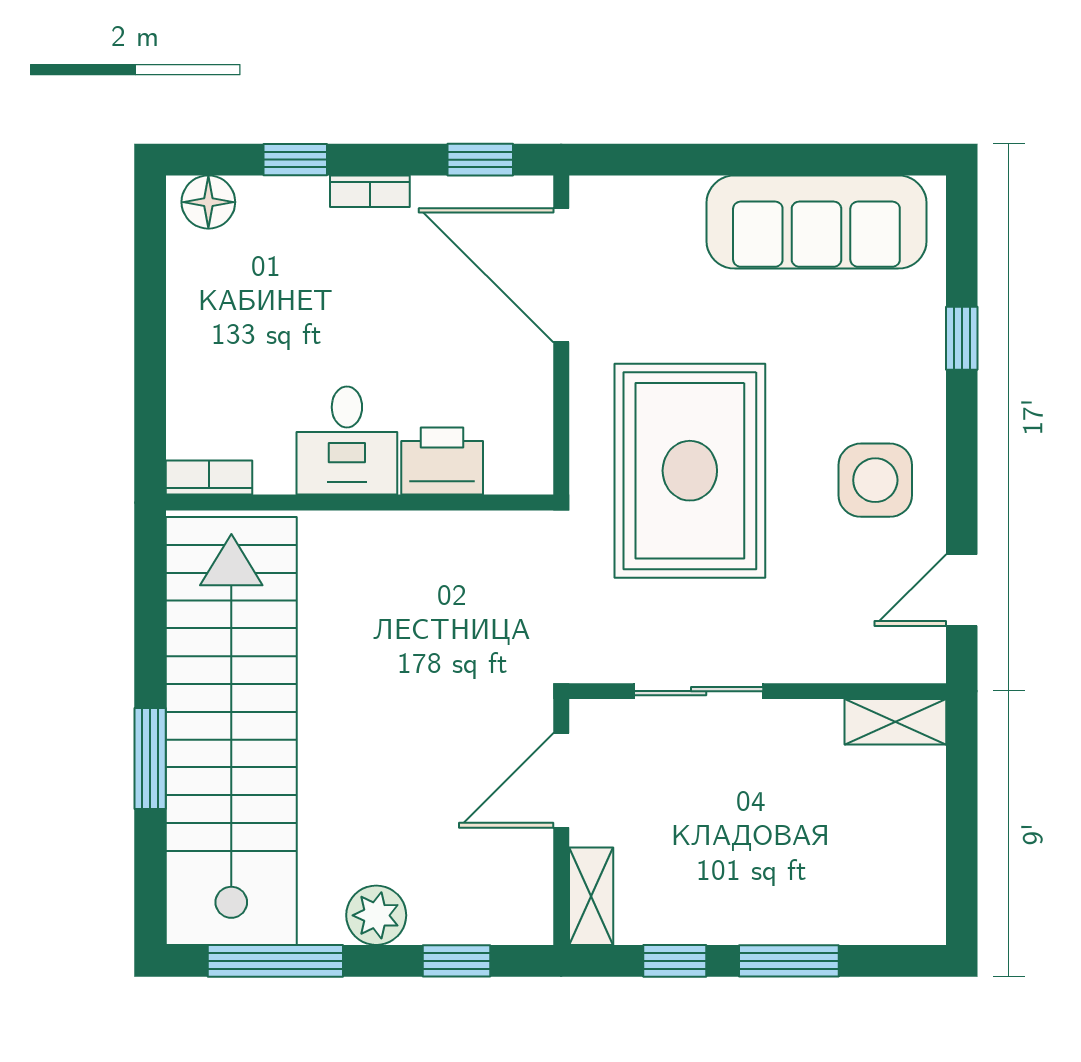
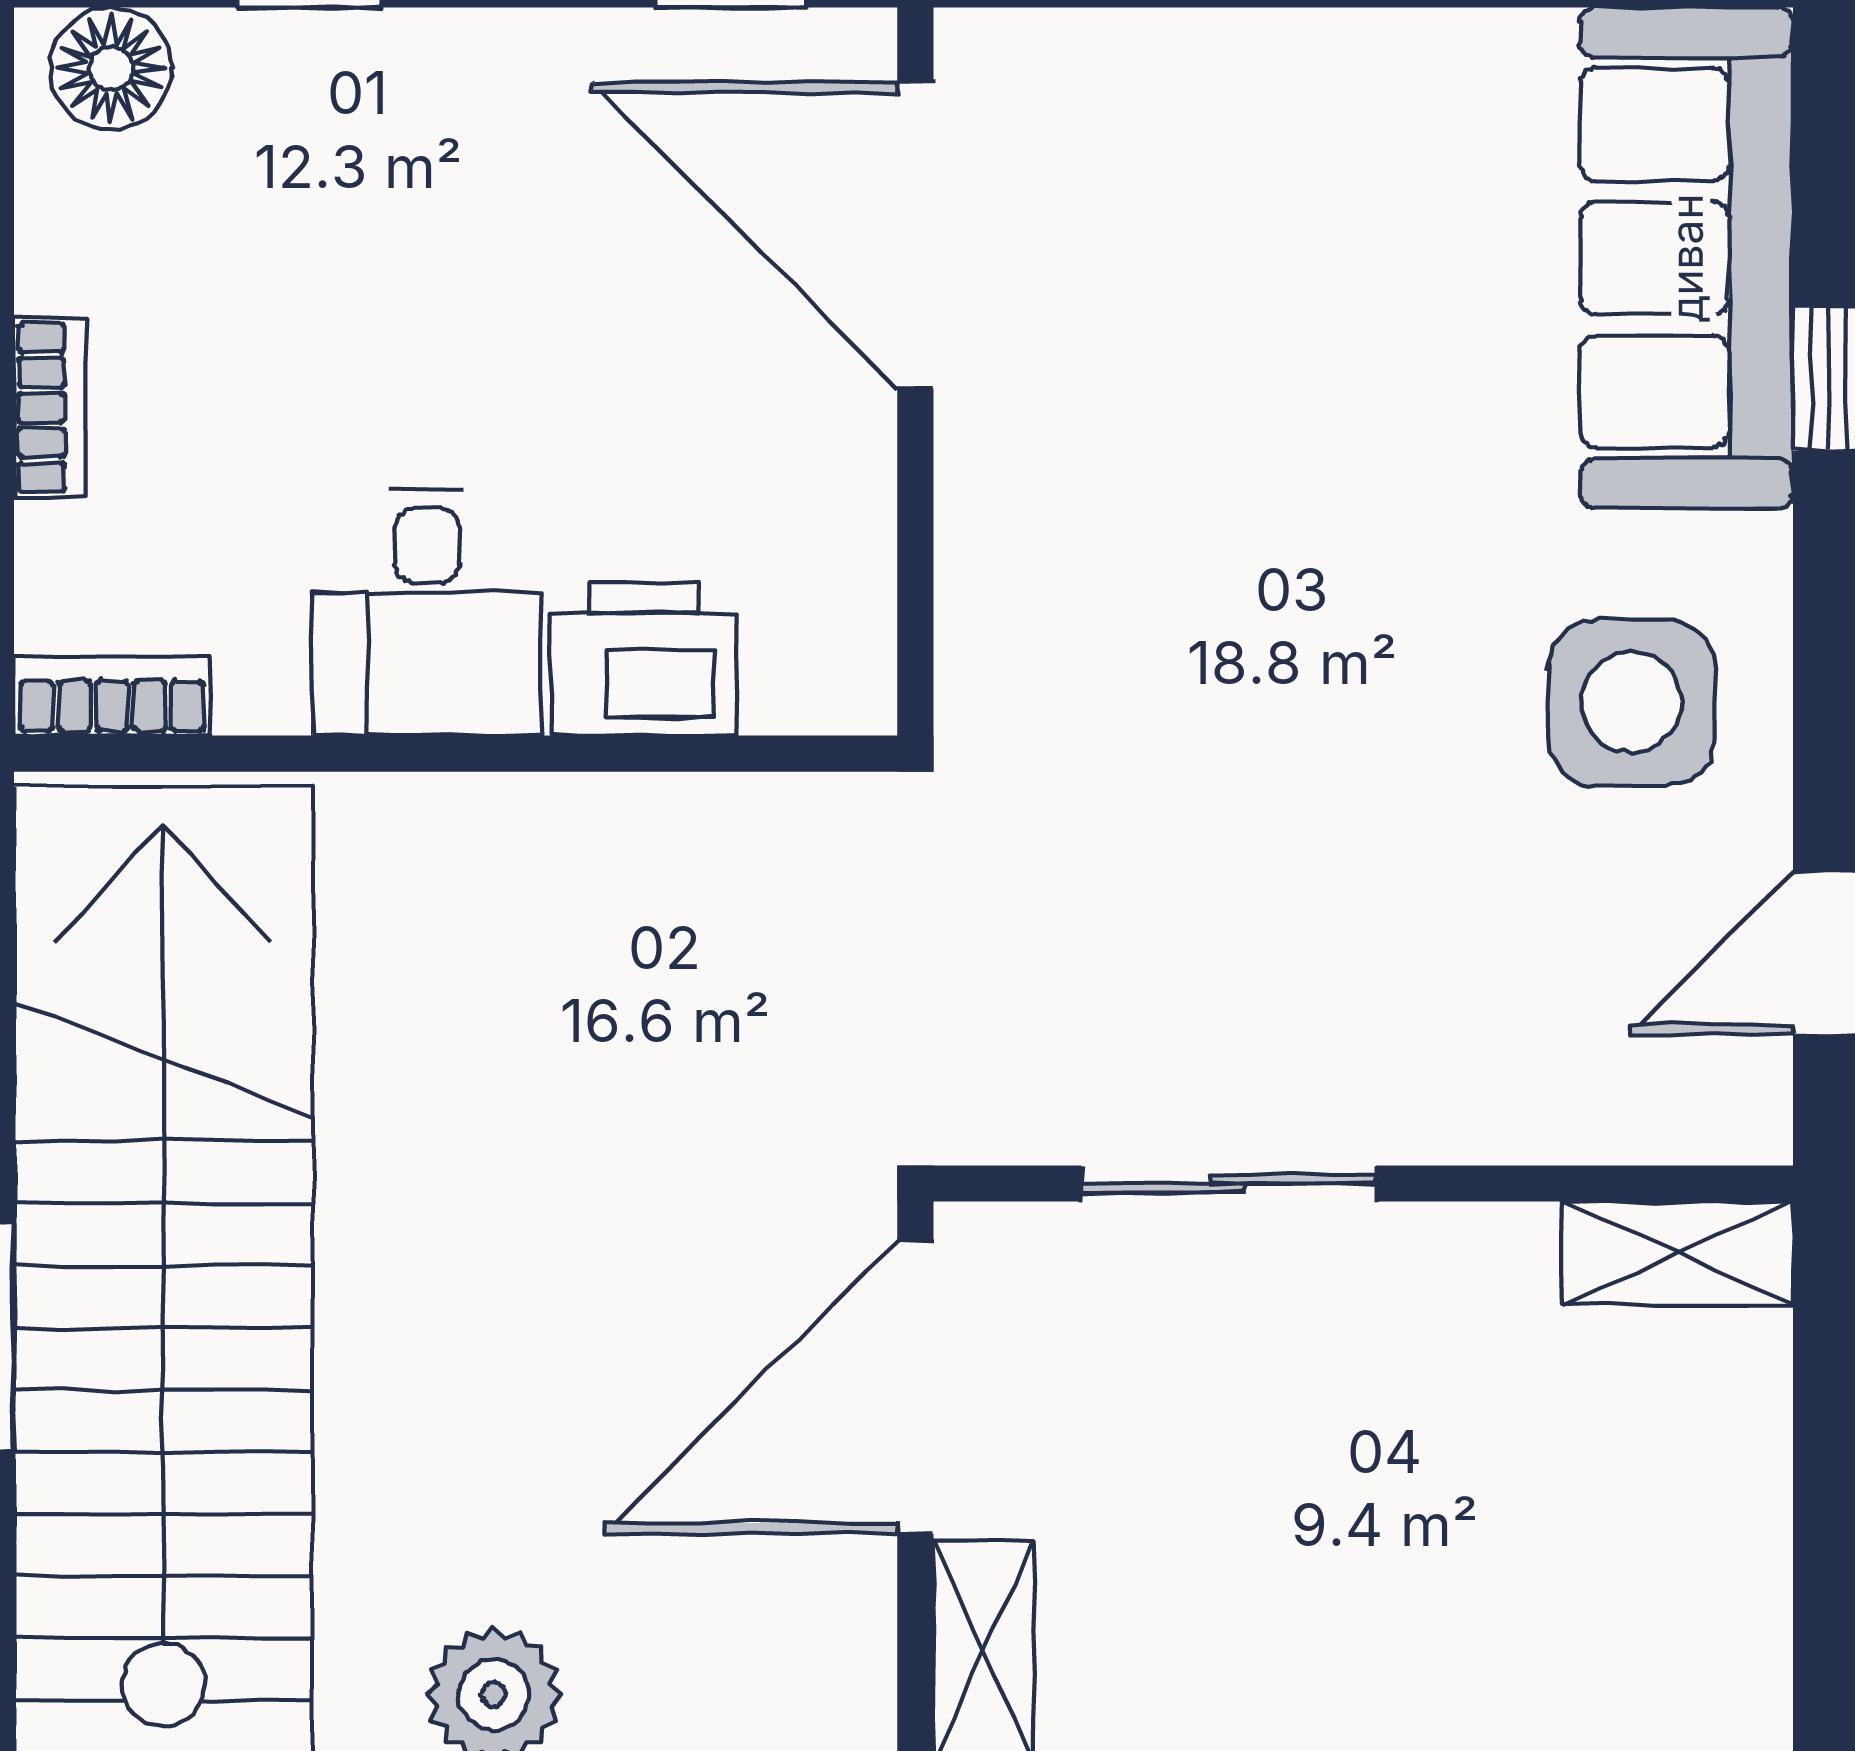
bookcase: (370, 191) -> (50, 408), moved, turned -90
sofa: (816, 222) -> (1687, 258), moved, turned 90
rug: (690, 471) -> (1209, 681), removed
door: (561, 780) -> (915, 1387), width x1.36

